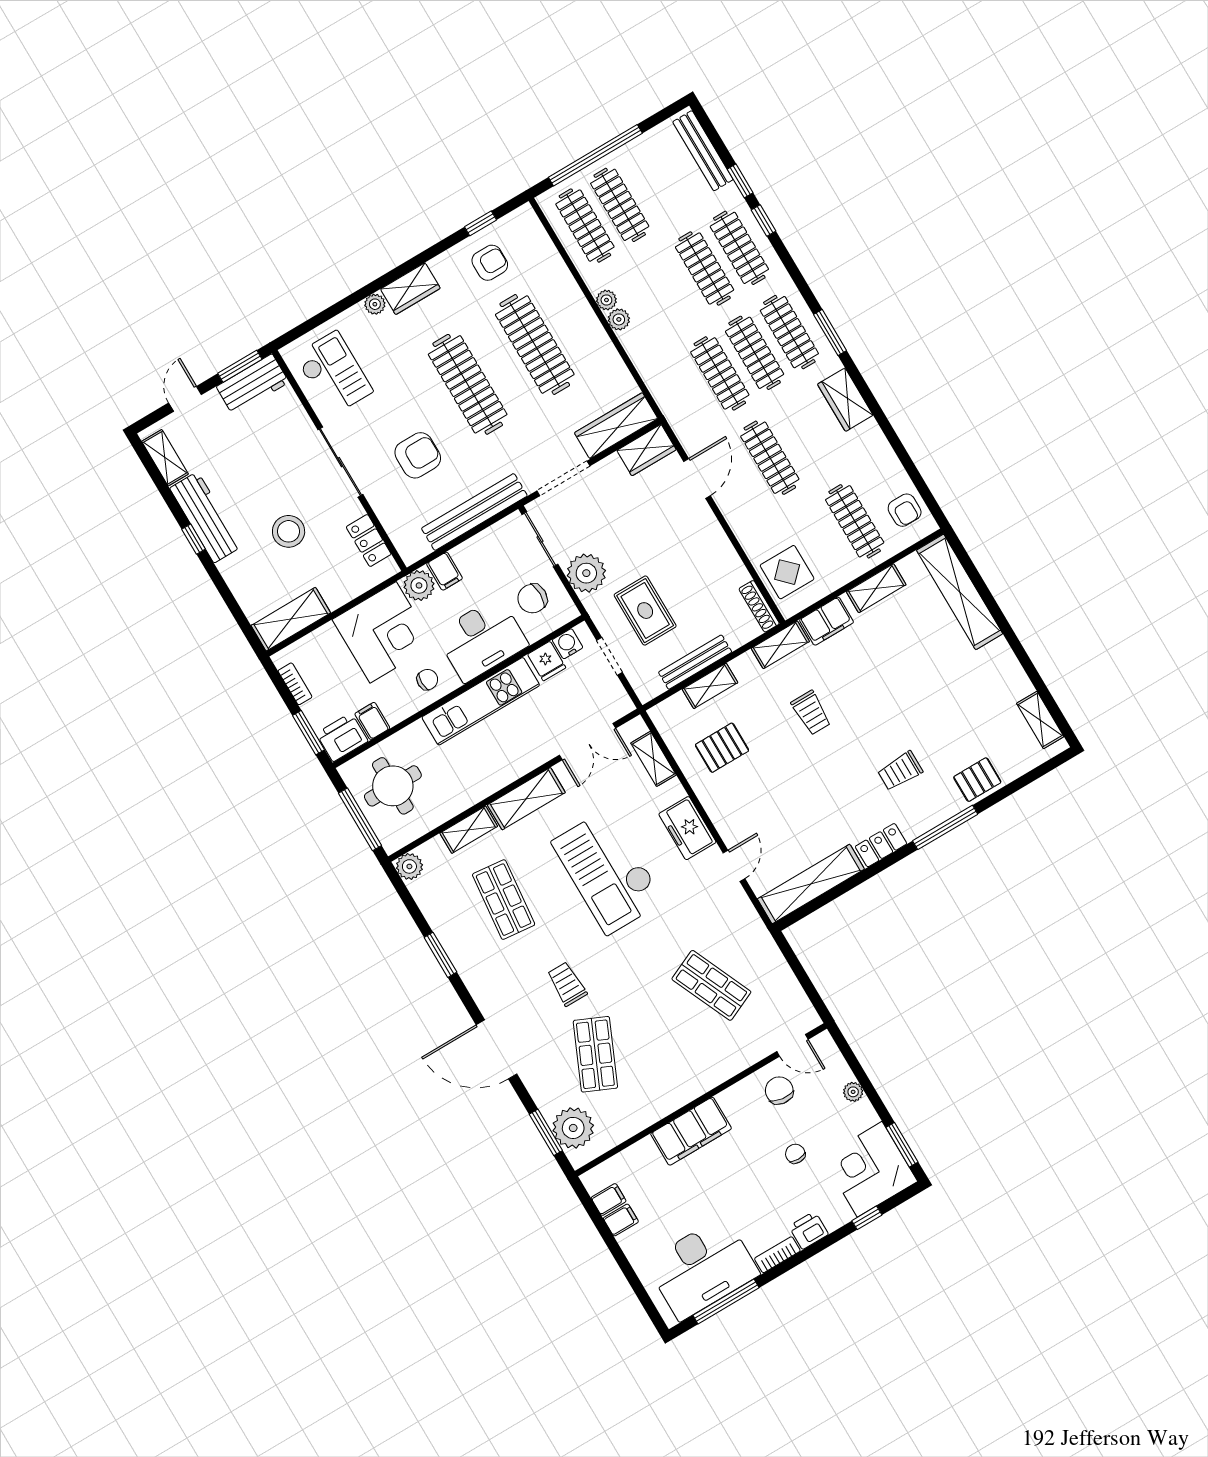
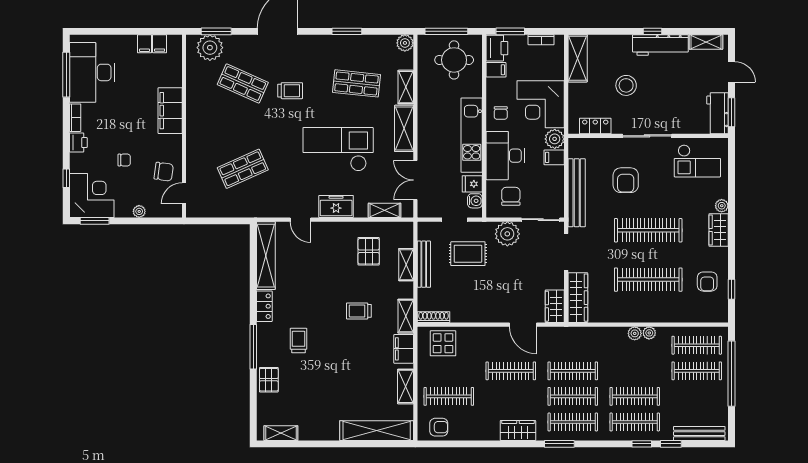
armchair: (905, 510) -> (439, 427), turned 180

